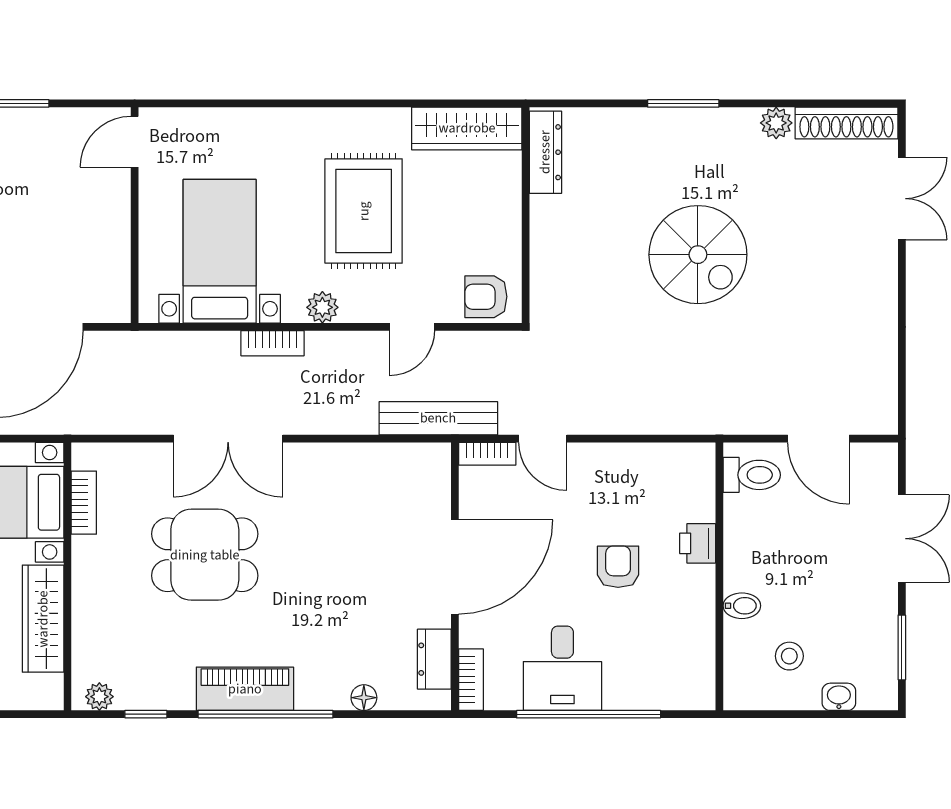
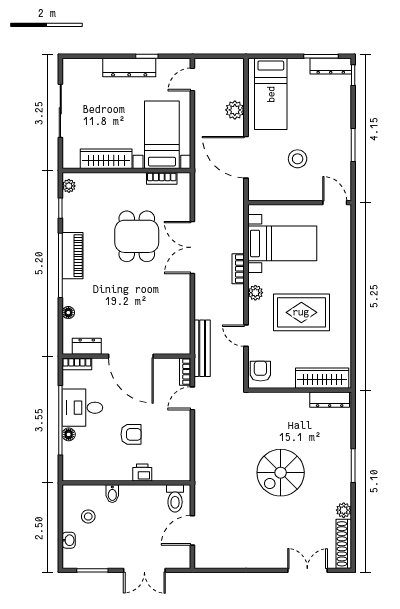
wardrobe: (467, 128) -> (322, 378), moved, turned 90
double door: (902, 199) -> (307, 570), swing flipped
stool: (43, 219) -> (298, 159), added
floor lamp: (618, 697) -> (69, 434), added

